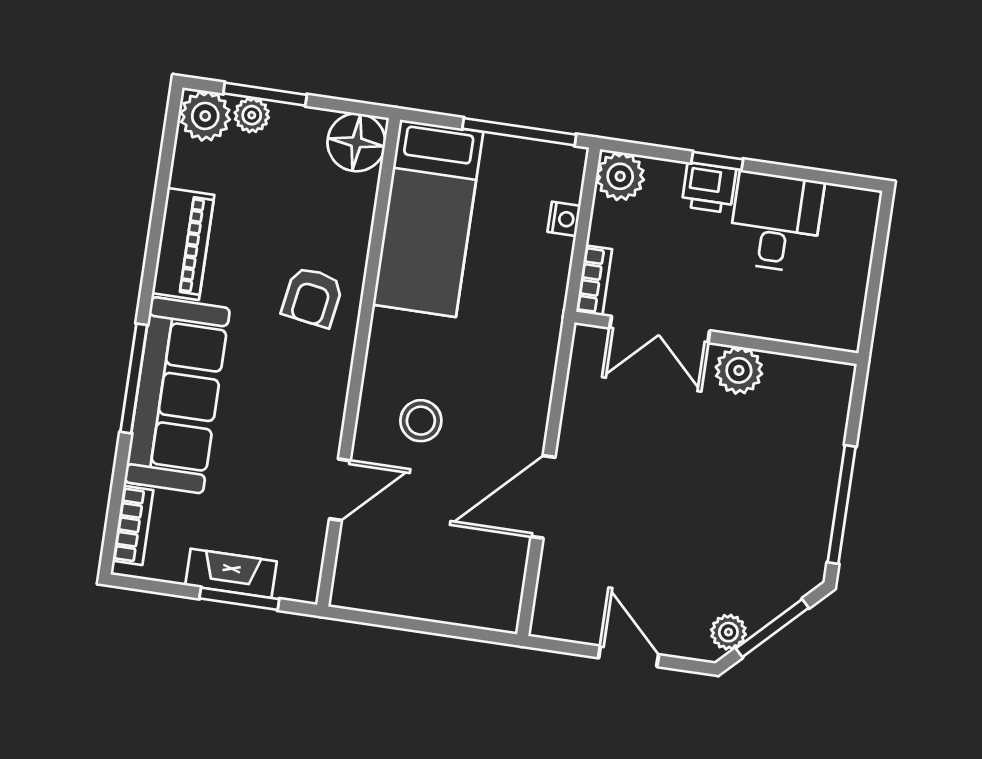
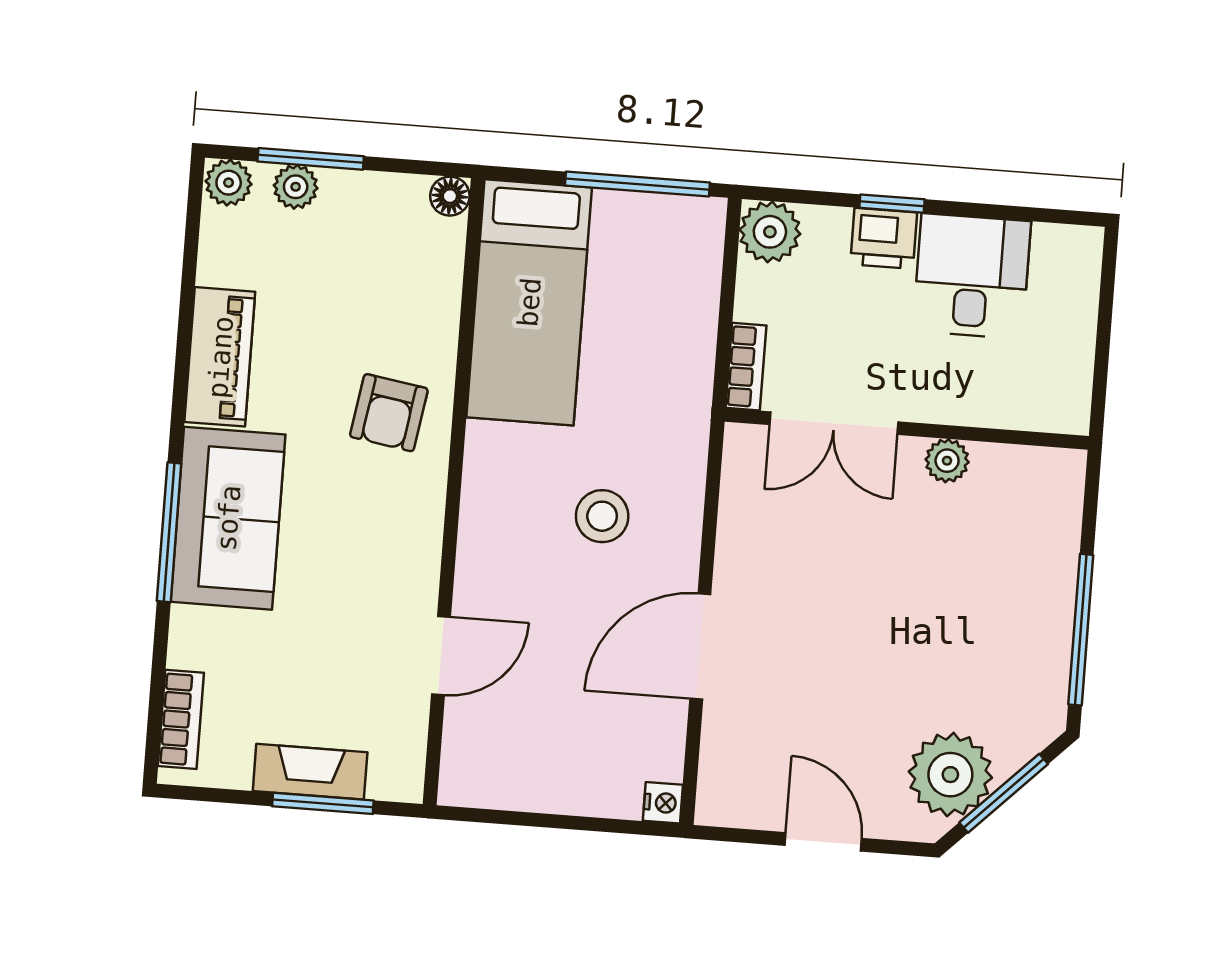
plant: (205, 116) -> (229, 183), width x0.73, depth x0.73
floor lamp: (356, 142) -> (450, 196), width x0.53, depth x0.53
nightstand: (564, 219) -> (663, 803), moved
plant: (739, 370) -> (947, 461), width x0.73, depth x0.73
sofa: (177, 395) -> (228, 518), width x0.73
stool: (421, 421) -> (602, 516), moved
plant: (728, 632) -> (950, 775), width x1.87, depth x1.87

